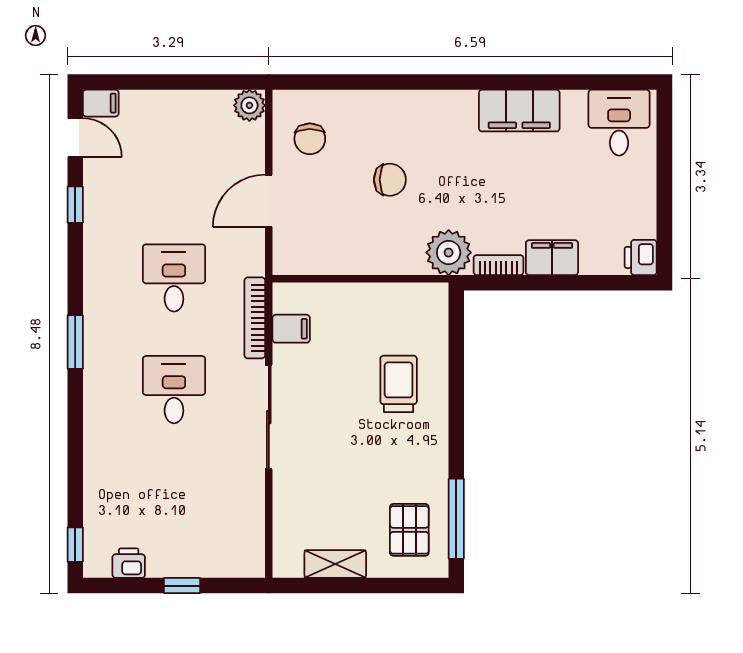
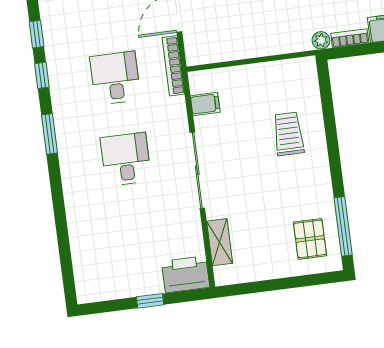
plant: (449, 253) -> (321, 40), width x0.53, depth x0.53
bookcase: (255, 318) -> (173, 66), moved
window: (75, 545) -> (42, 75), moved
printer: (129, 563) -> (186, 274), moved, width x1.87, depth x1.48
shelving: (335, 564) -> (220, 242), moved, turned 90

